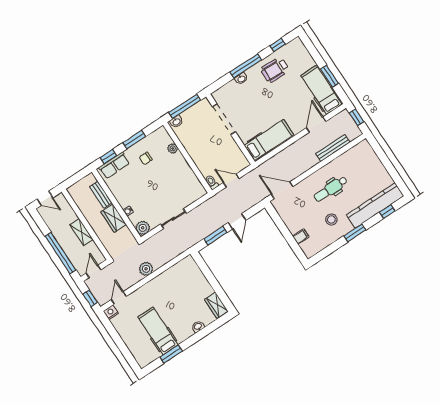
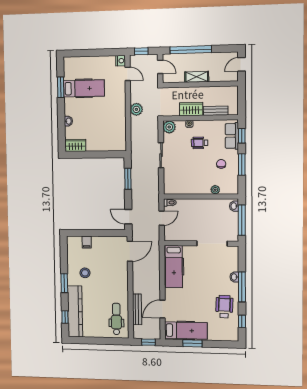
door: (316, 125) -> (162, 309), swing flipped
dental chair: (331, 189) -> (116, 319), moved
wheelchair: (139, 191) -> (200, 143), added
door: (237, 221) -> (128, 217), moved

